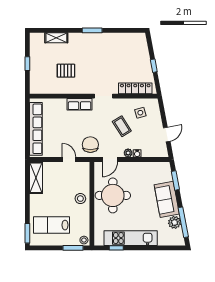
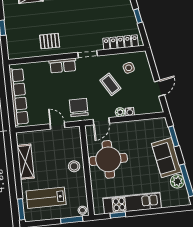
pallet: (66, 71) -> (50, 41), moved
shelving: (36, 178) -> (26, 162), moved

